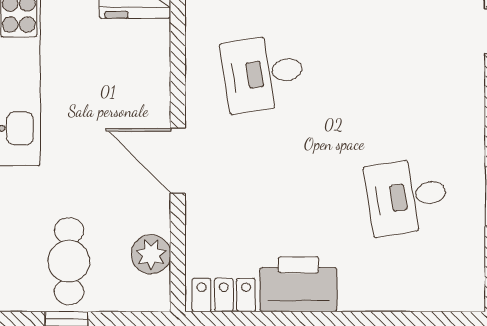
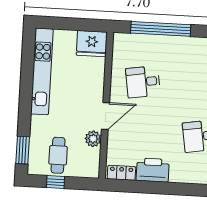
door: (178, 161) -> (105, 116), swing flipped
plant: (151, 254) -> (93, 139), moved

